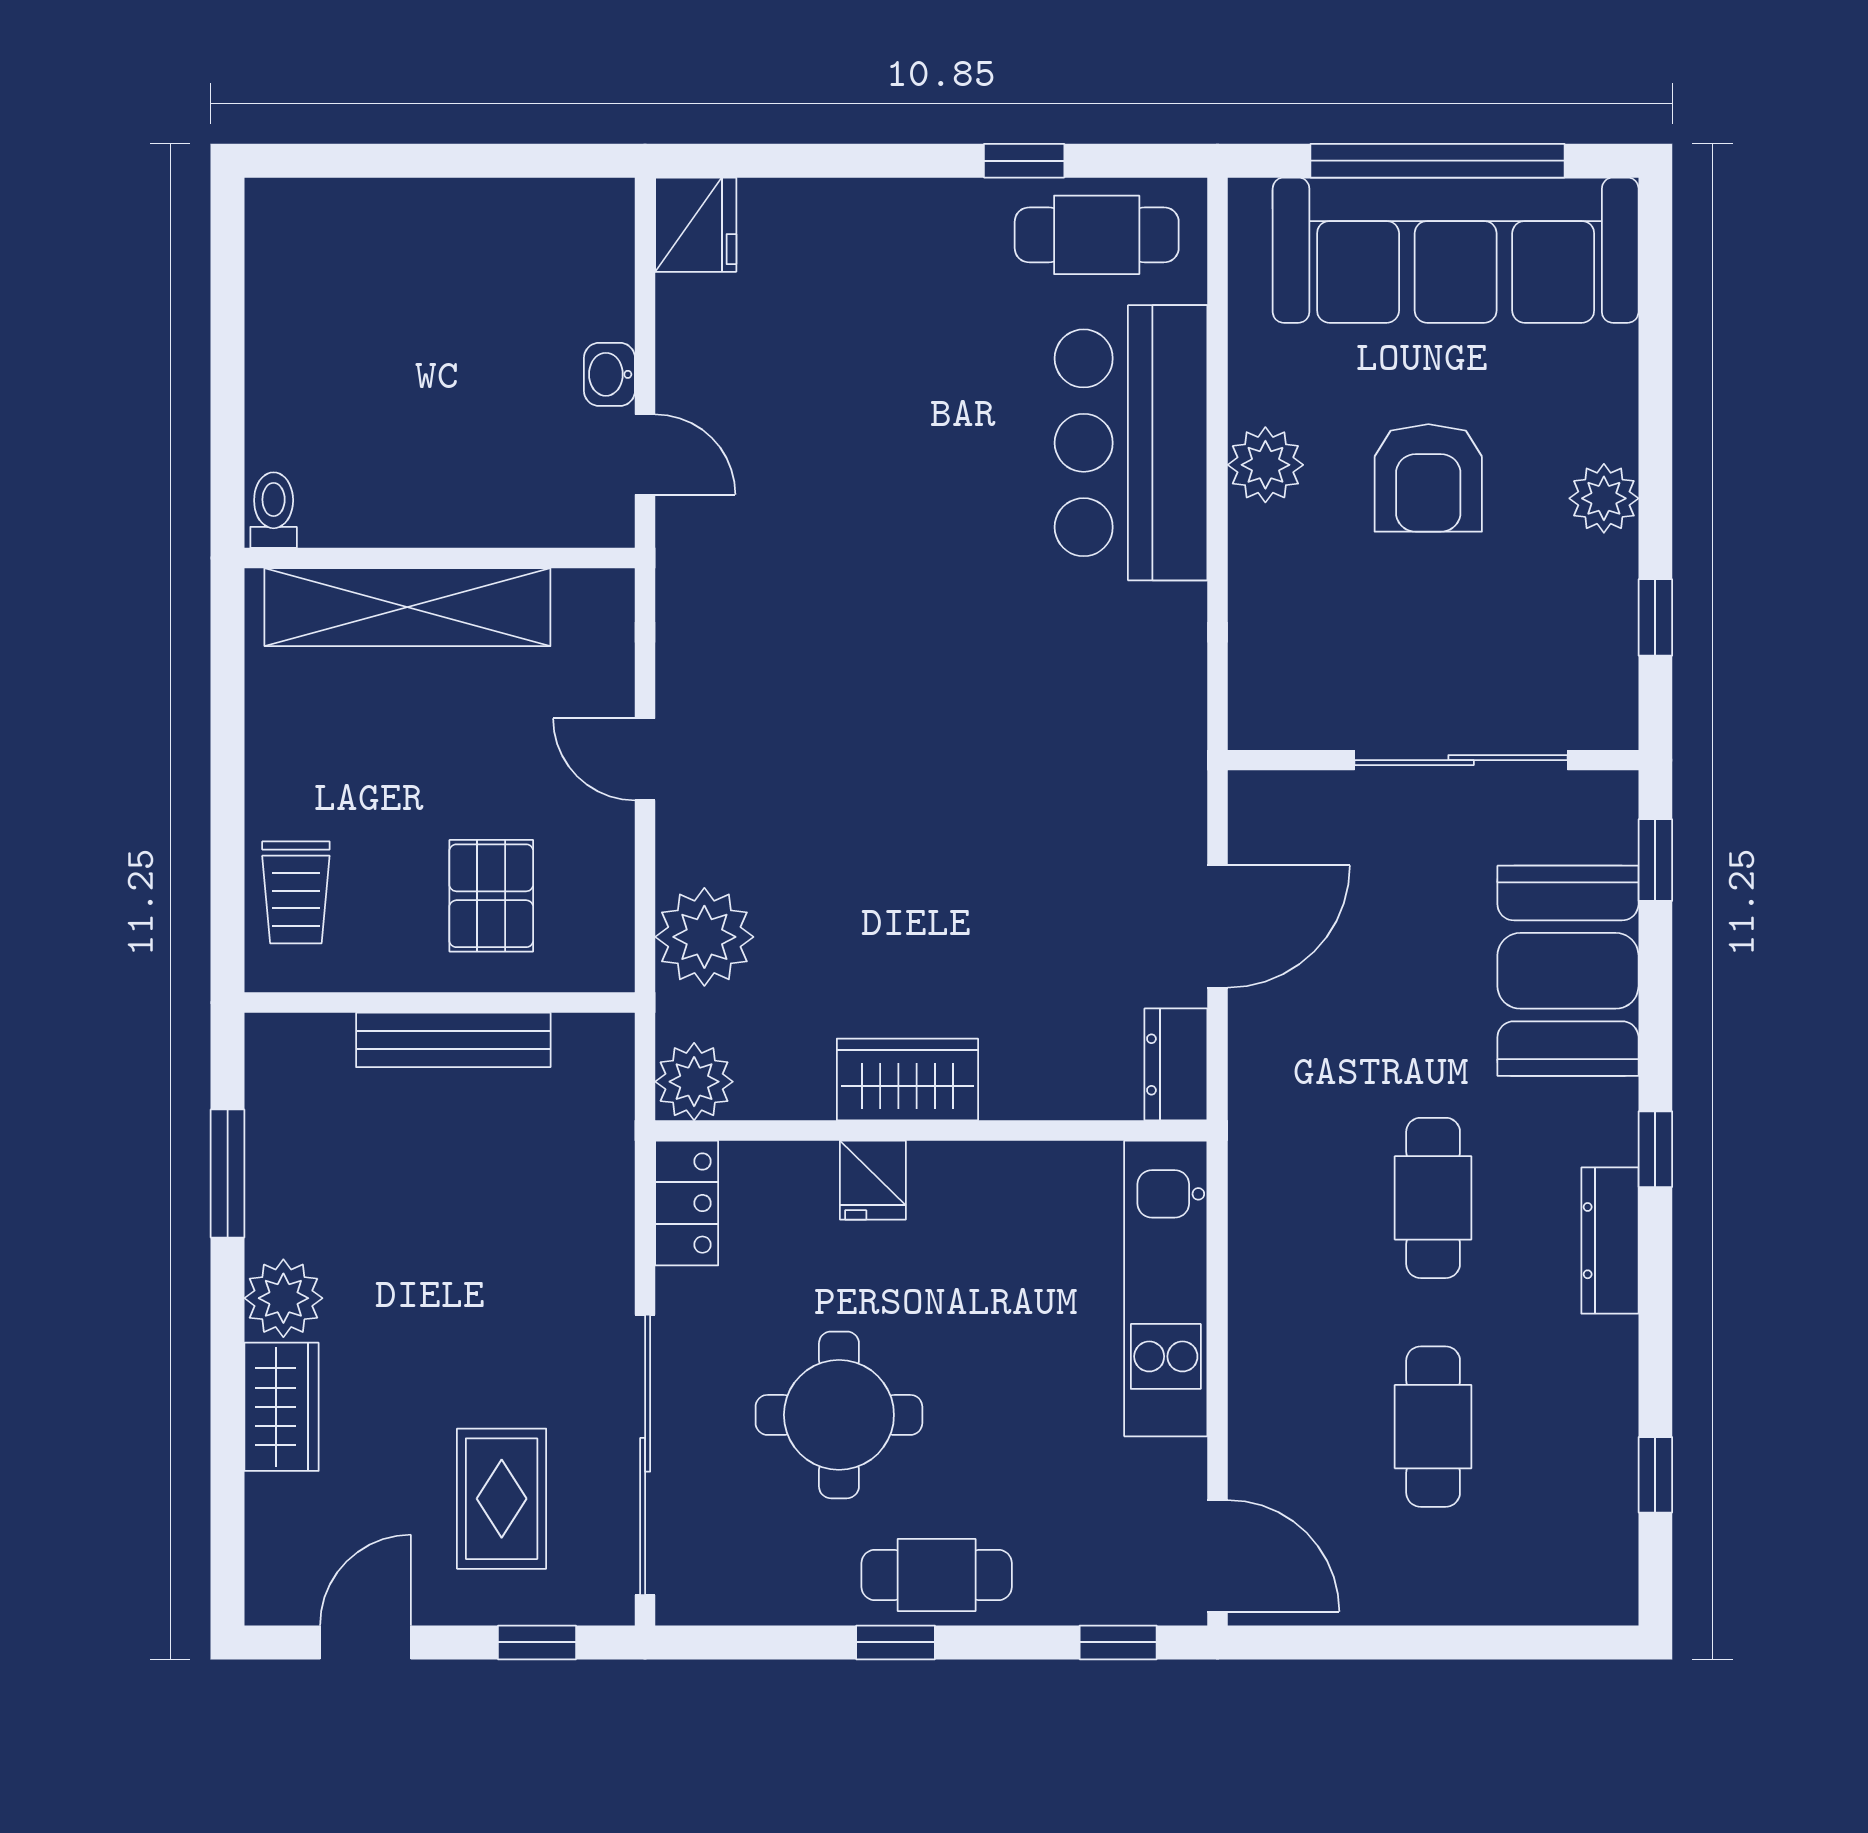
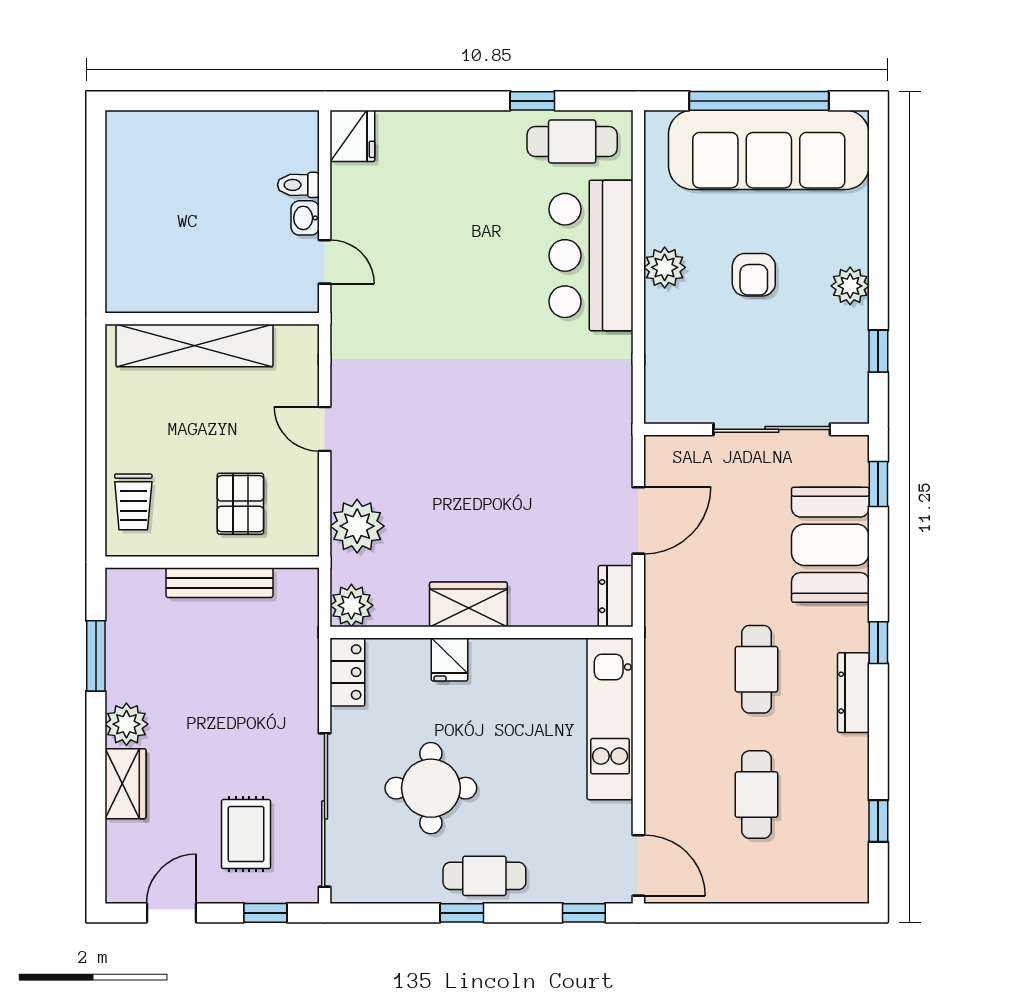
armchair: (1428, 478) -> (754, 275), width x0.72, depth x0.72
toilet: (274, 510) -> (298, 185), moved, turned -90

